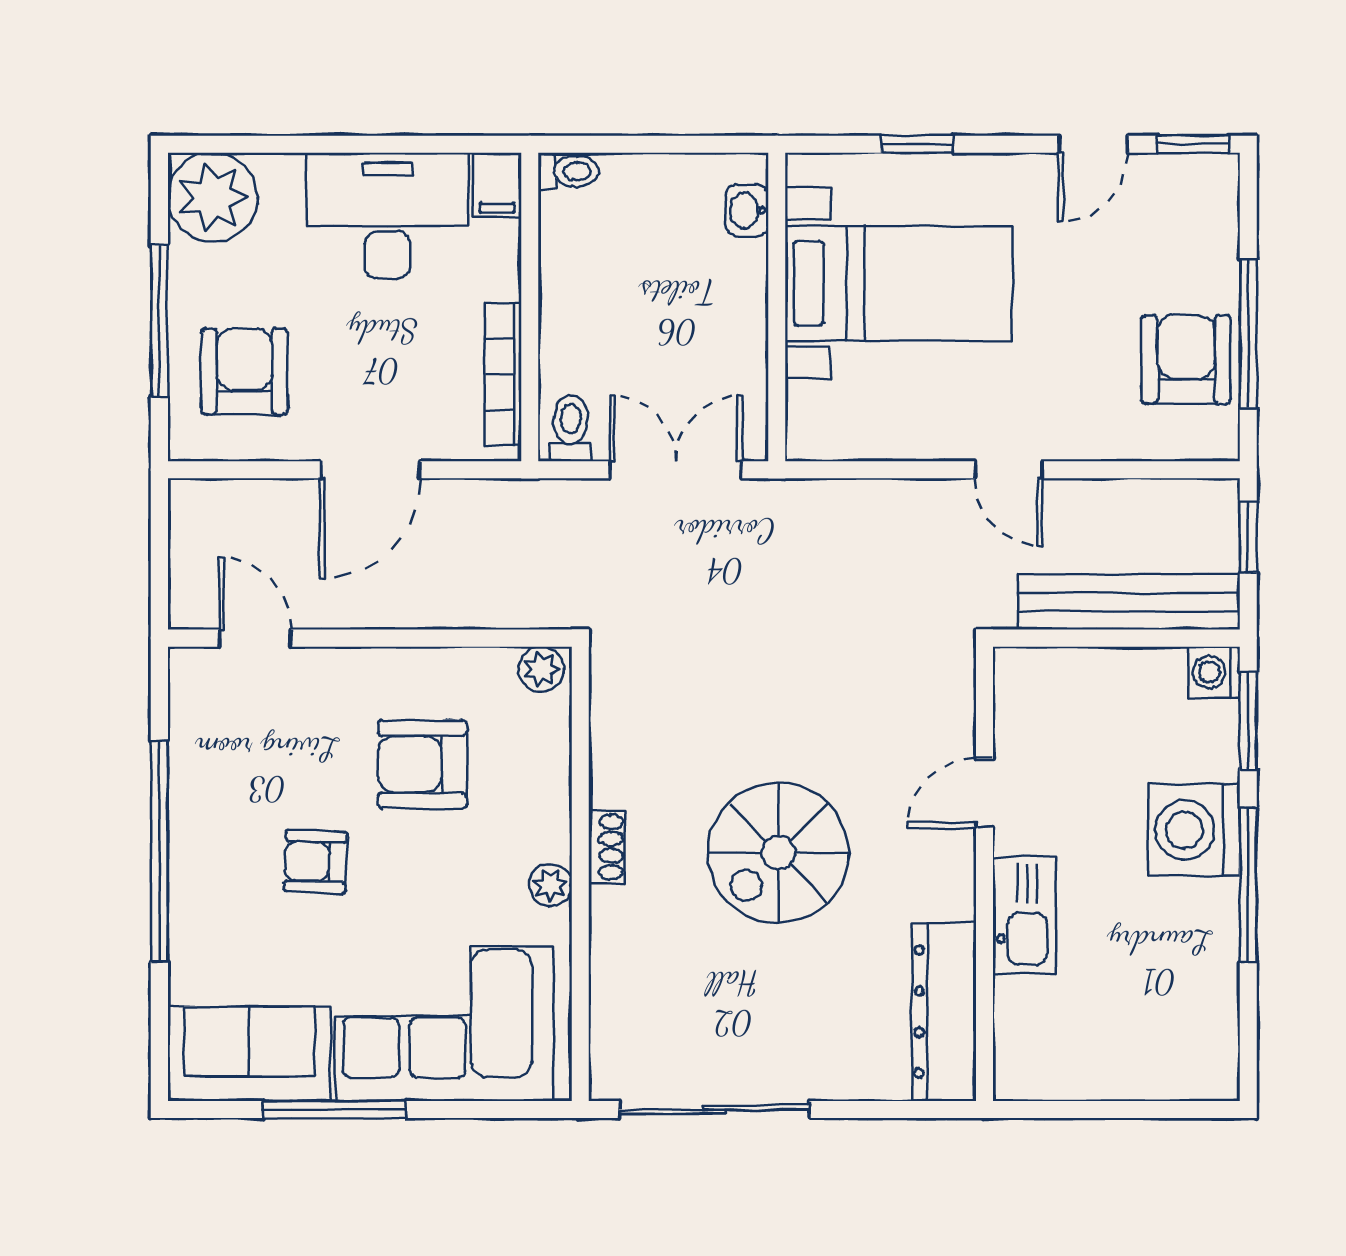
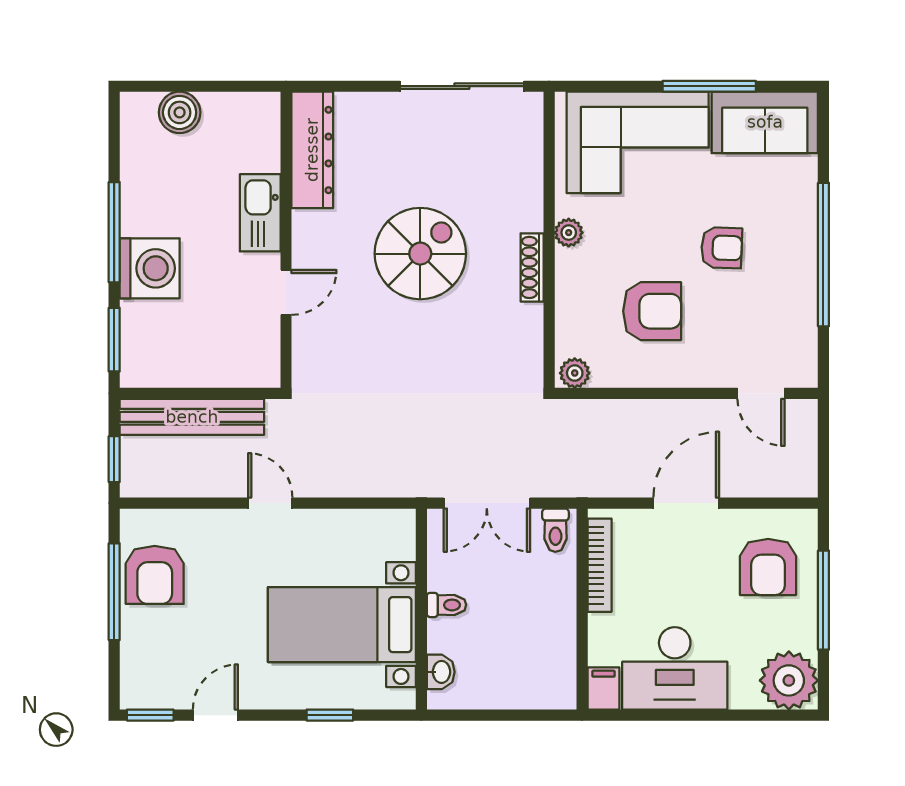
toilet: (569, 171) -> (446, 605), moved, turned 180
washing machine: (1214, 672) -> (136, 371), removed
shoe rack: (607, 847) -> (532, 267), width x1.43
boiler: (1148, 1069) -> (180, 112), added

